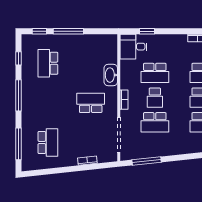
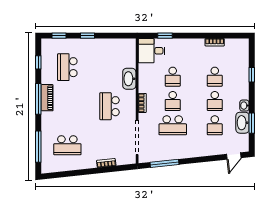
window: (68, 31) -> (87, 36), width x0.46
school desk: (155, 73) -> (173, 77), width x0.54
piano: (27, 94) -> (47, 98), added
school desk: (91, 103) -> (110, 106), turned -90
school desk: (48, 142) -> (67, 145), turned 90

